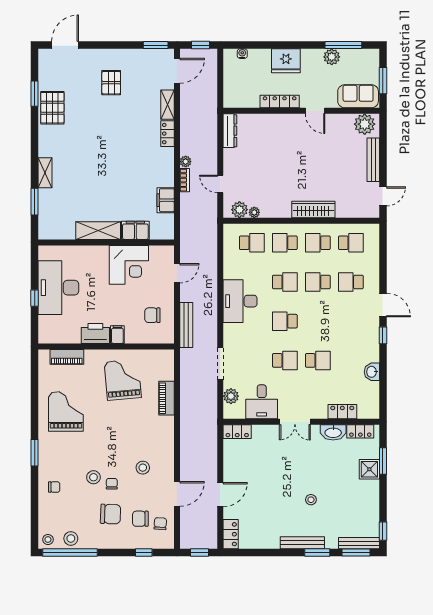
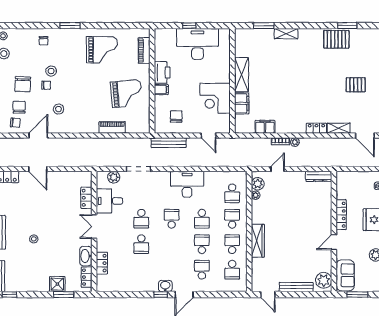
washbasin: (372, 372) -> (165, 286), moved
locker: (237, 432) -> (86, 198), moved
door: (177, 494) -> (38, 136), swing flipped

